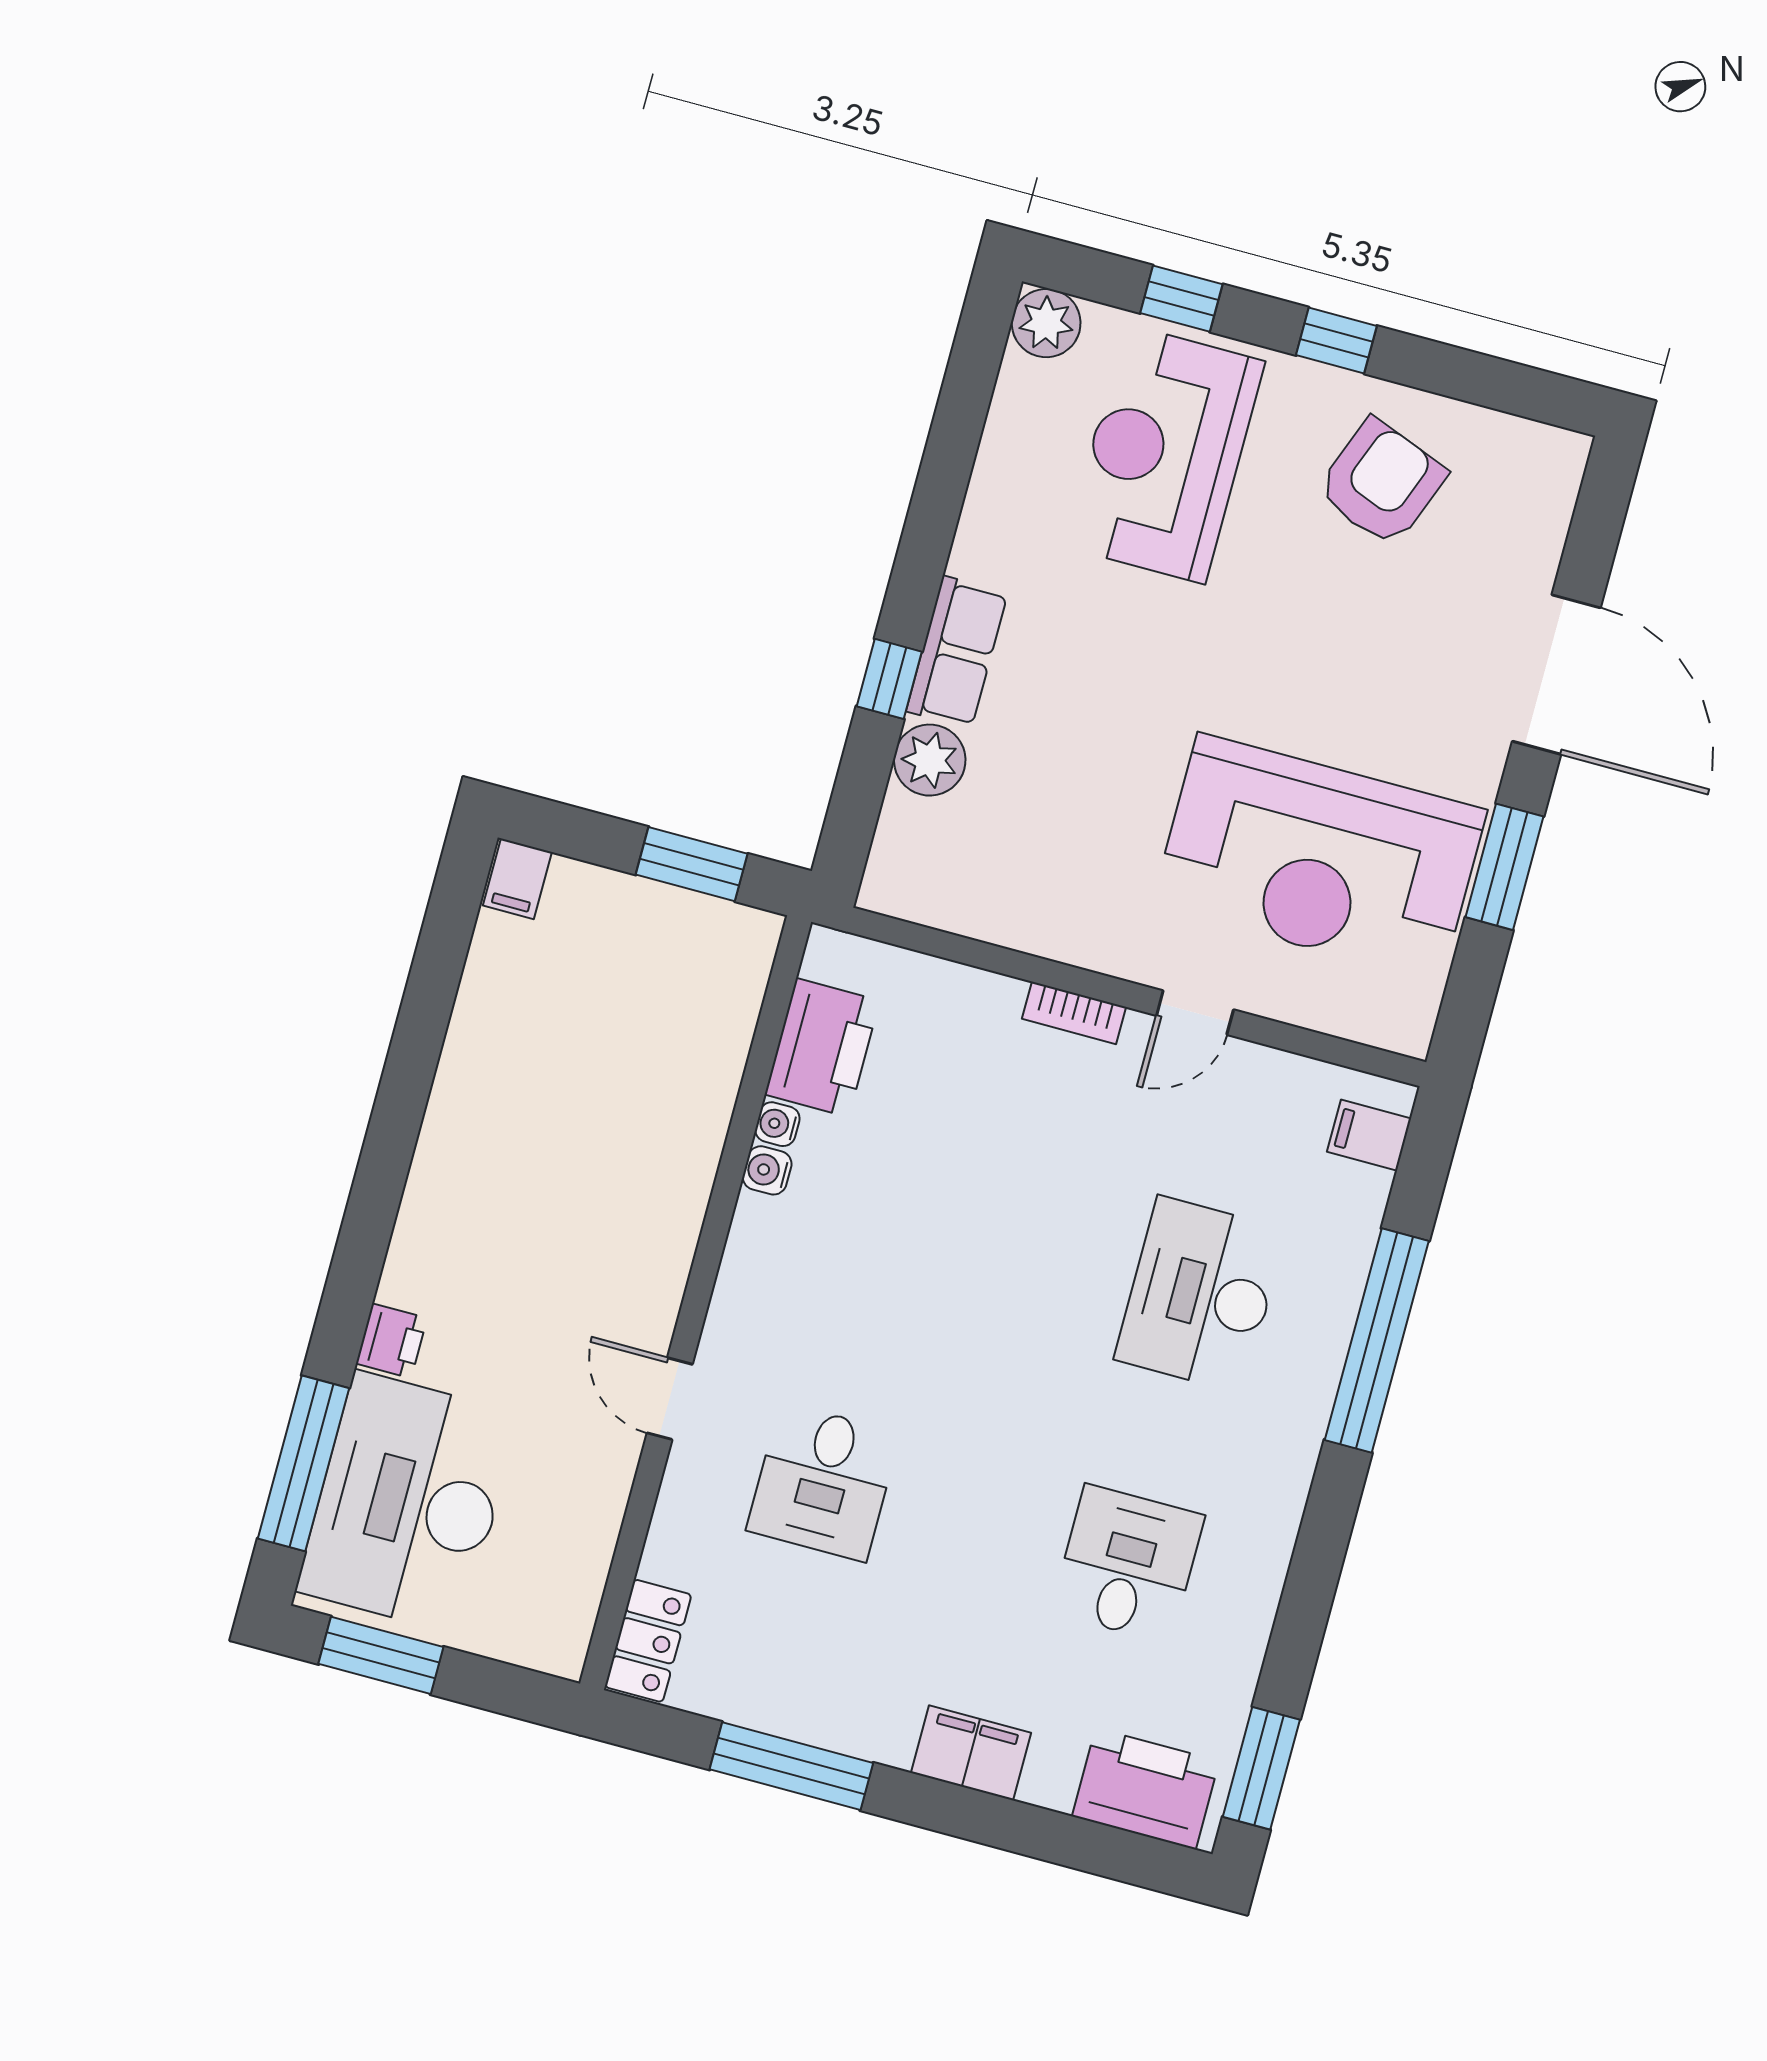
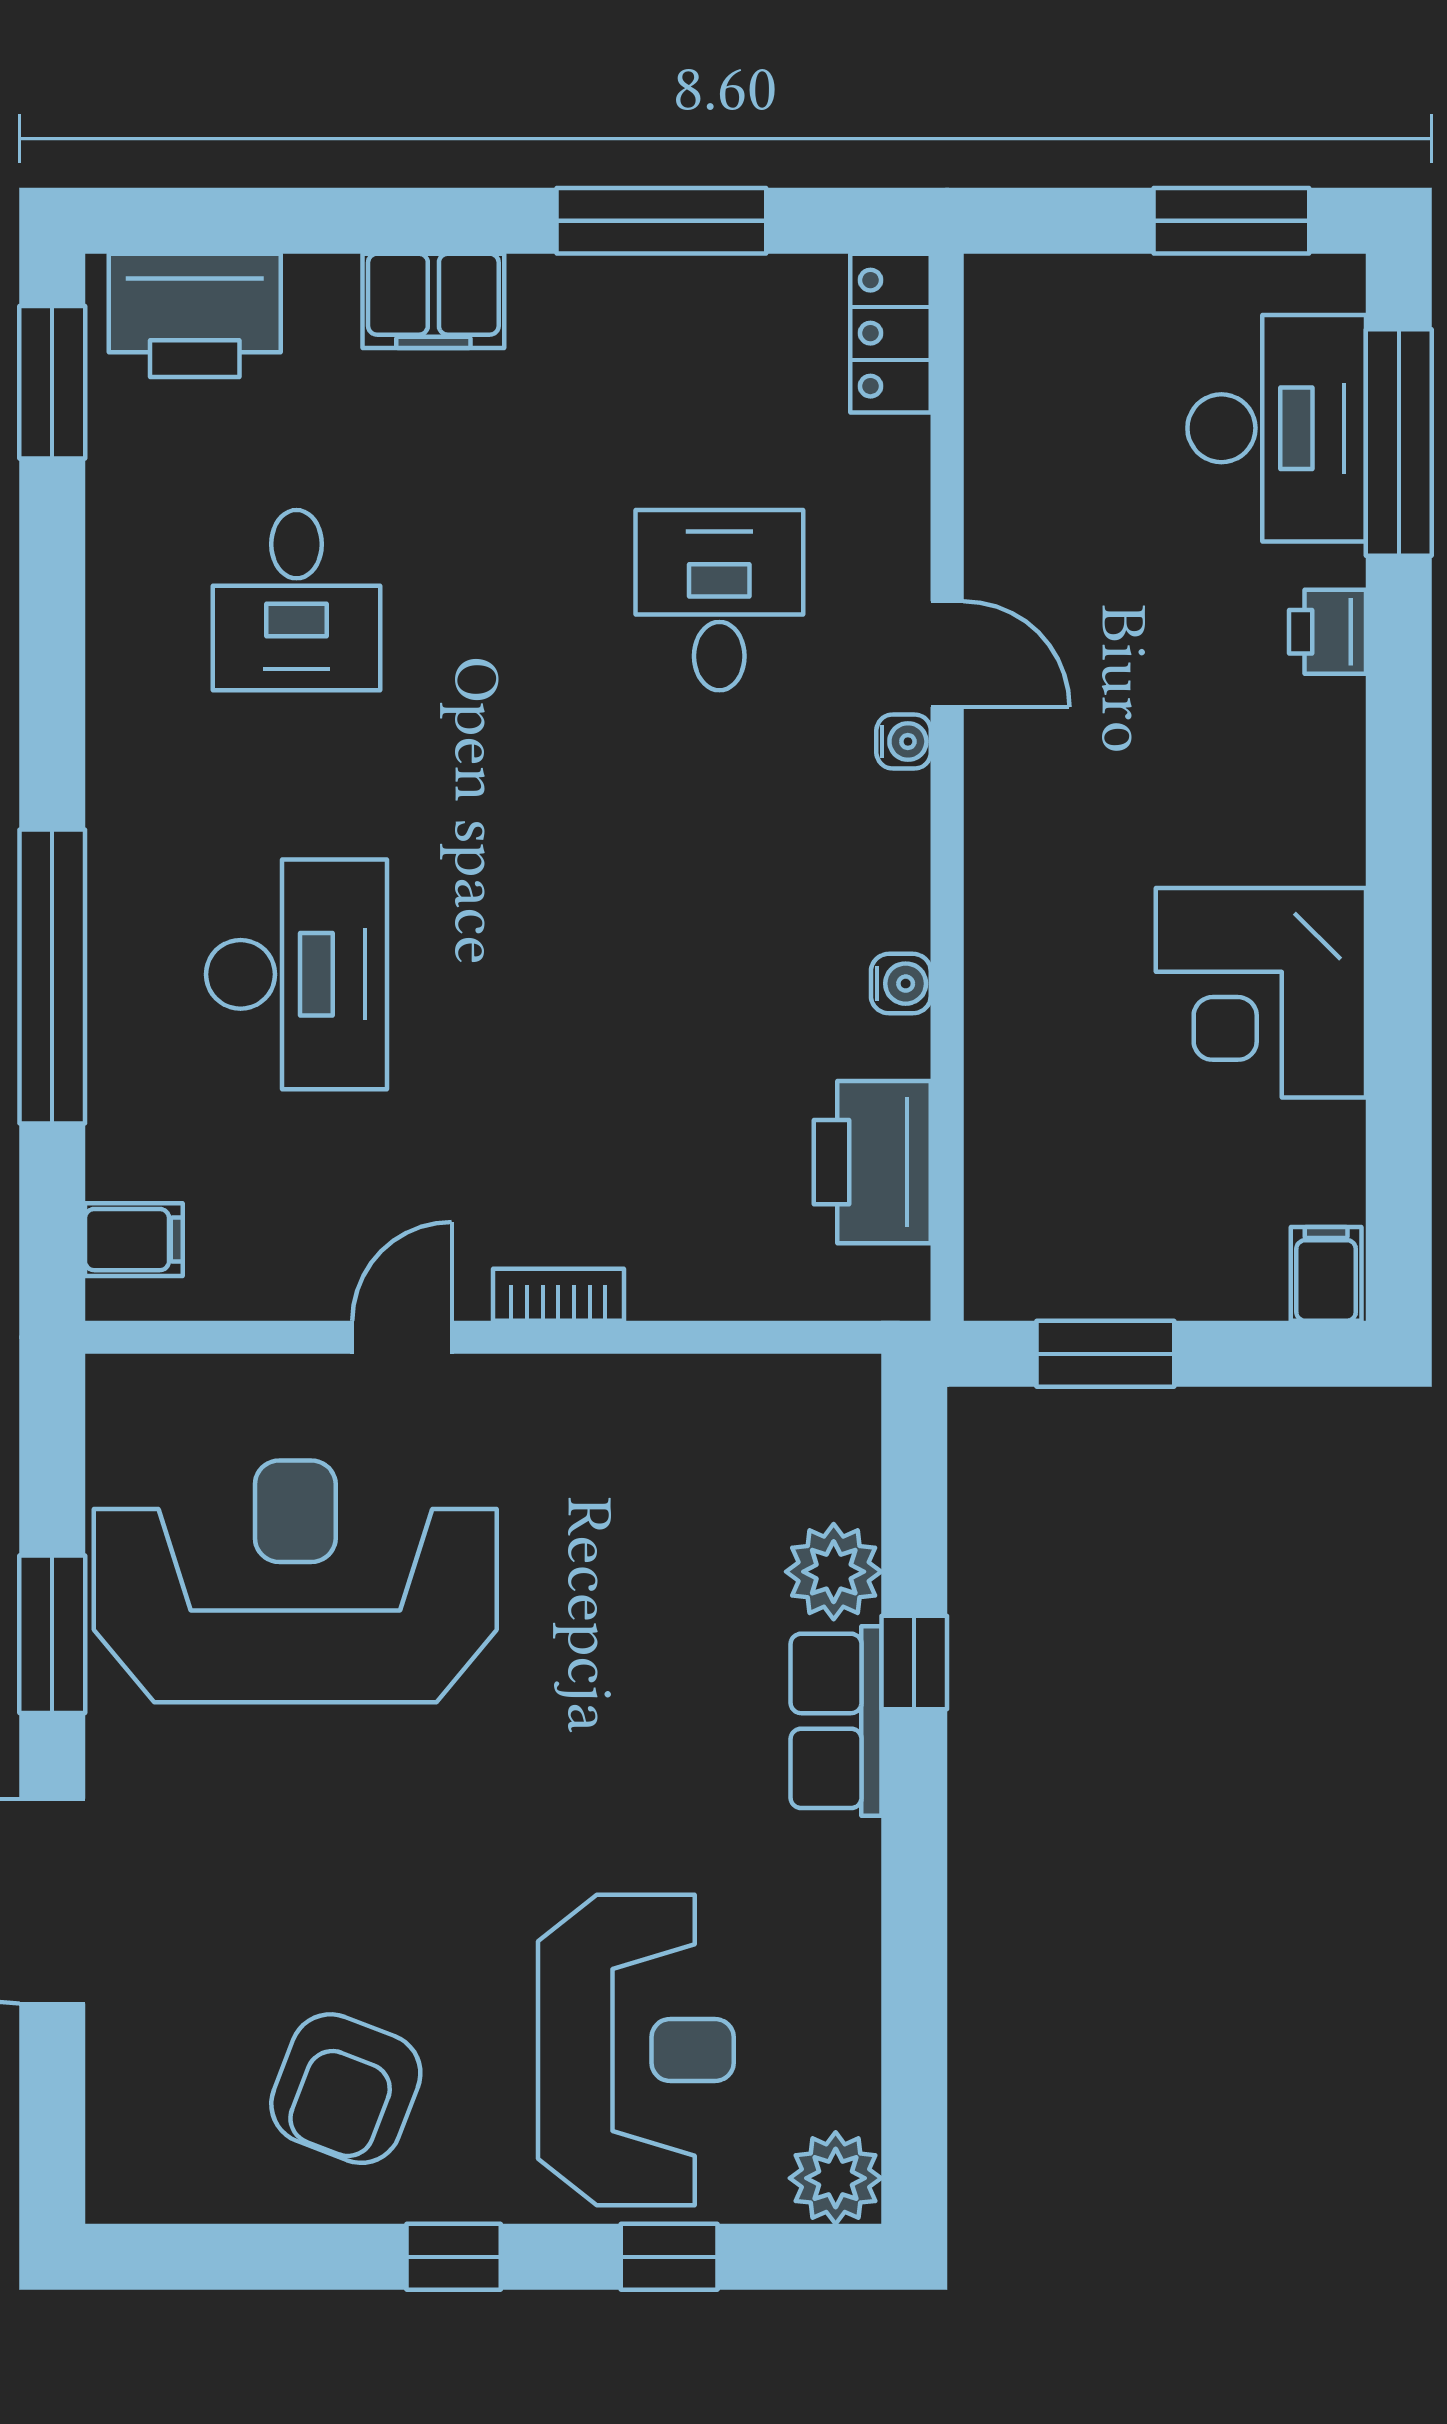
corner desk: (510, 1094) -> (1261, 993), added
water cooler: (777, 1124) -> (904, 741), moved
desk: (408, 1502) -> (1277, 428), width x0.73, depth x0.77

